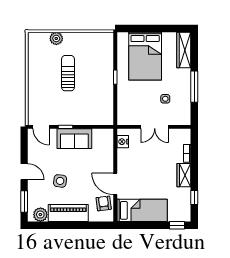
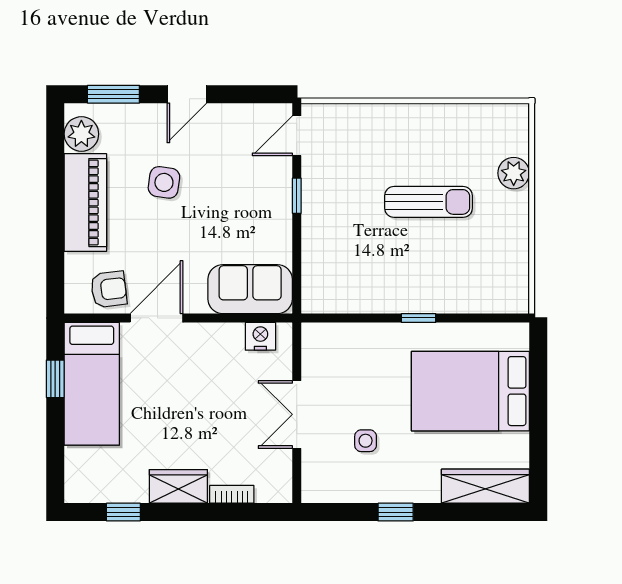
window: (194, 87) -> (396, 512), width x0.46
sofa: (74, 139) -> (250, 289), moved, turned 90
window: (177, 225) -> (55, 379), moved

